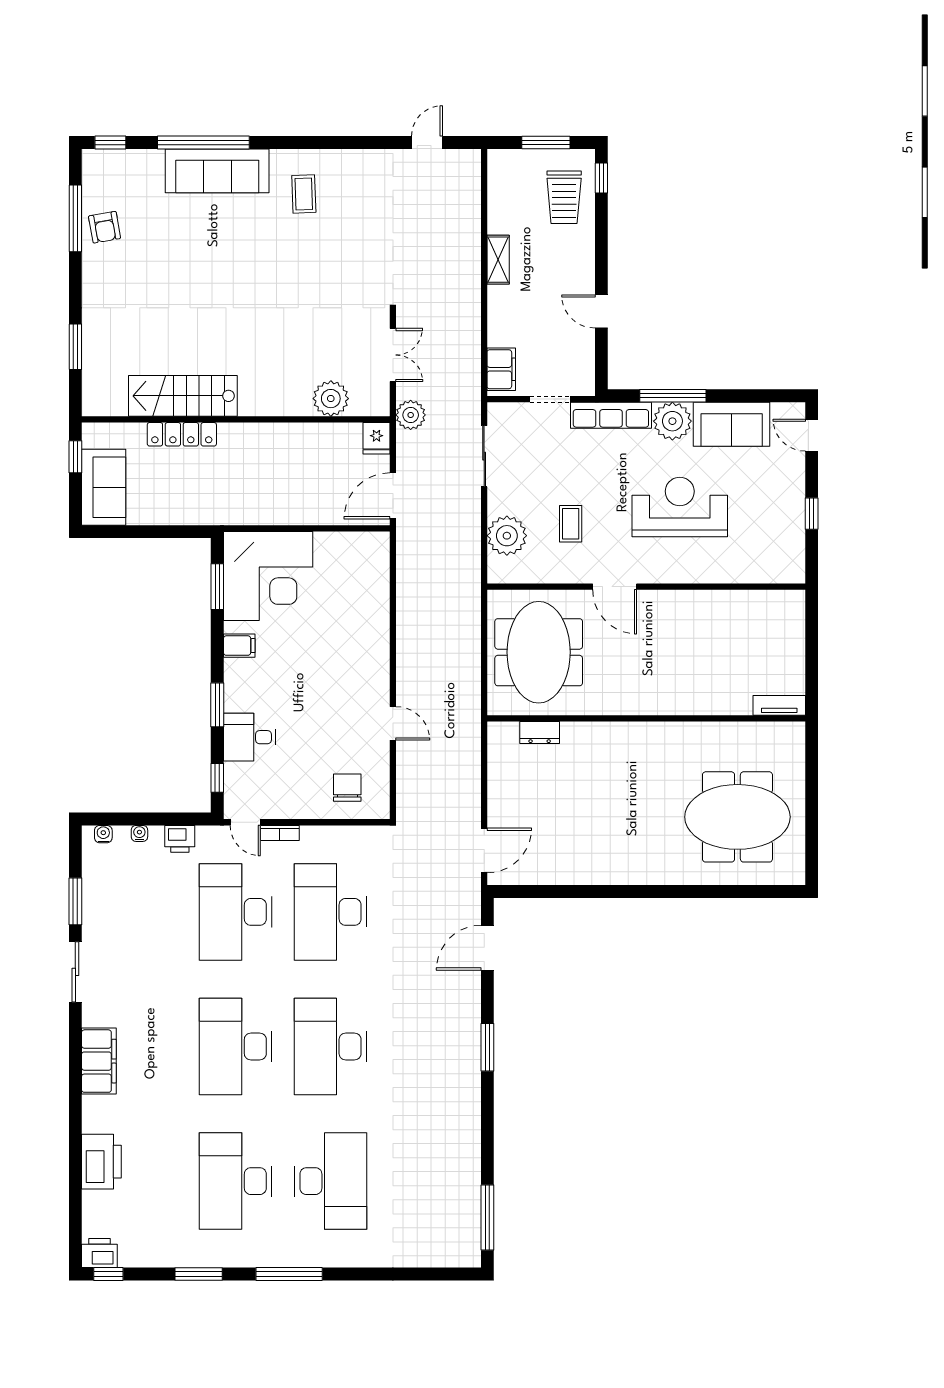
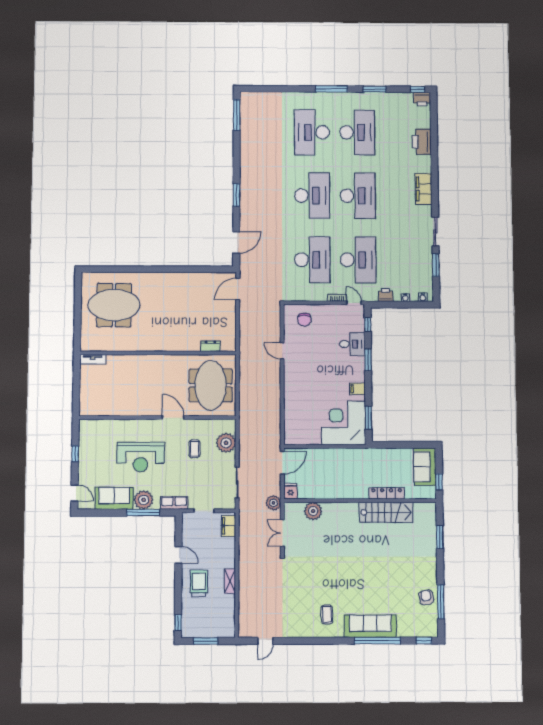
trolley: (564, 197) -> (199, 583), moved
row of seats: (611, 415) -> (174, 503), width x0.68

